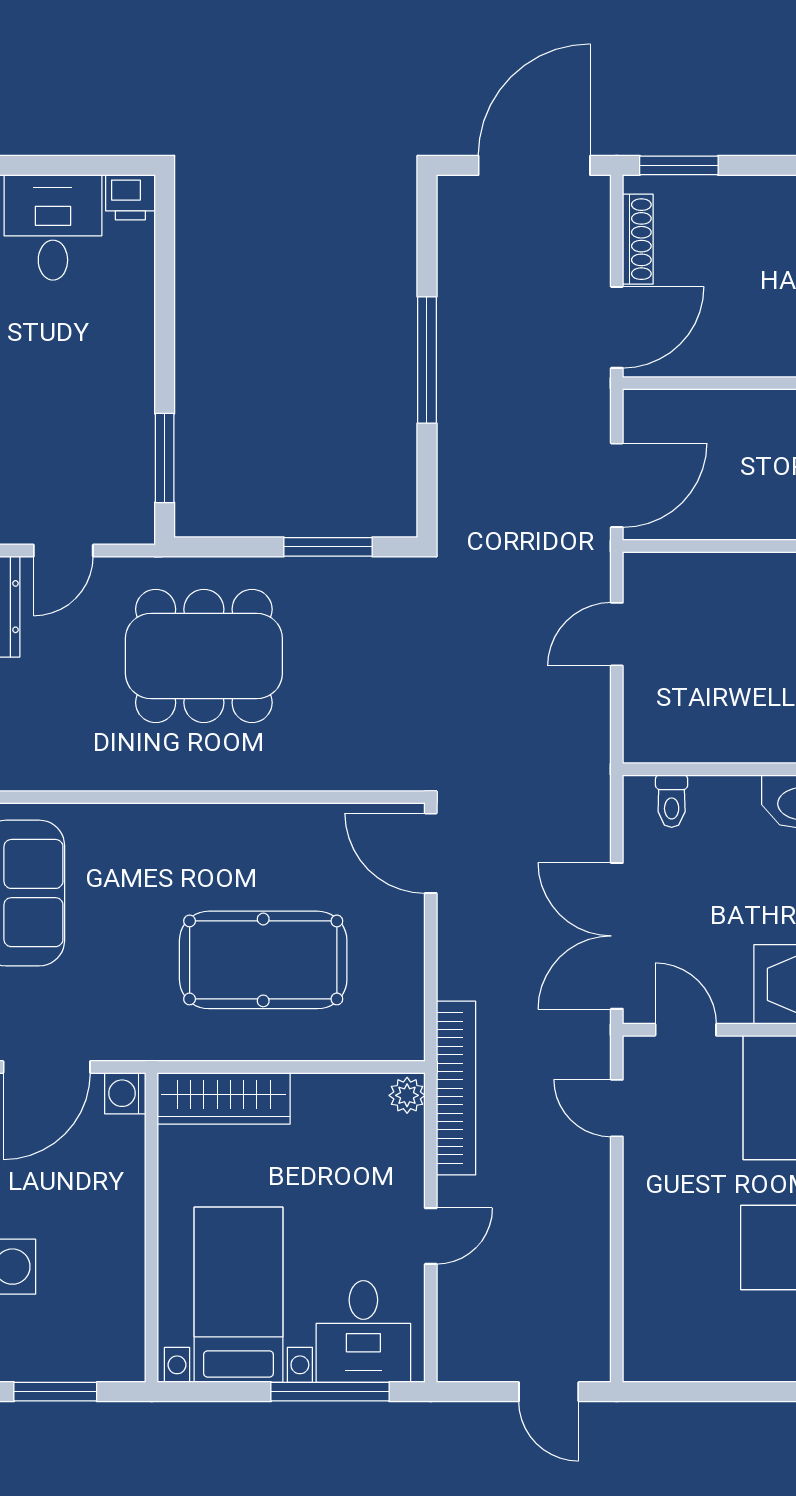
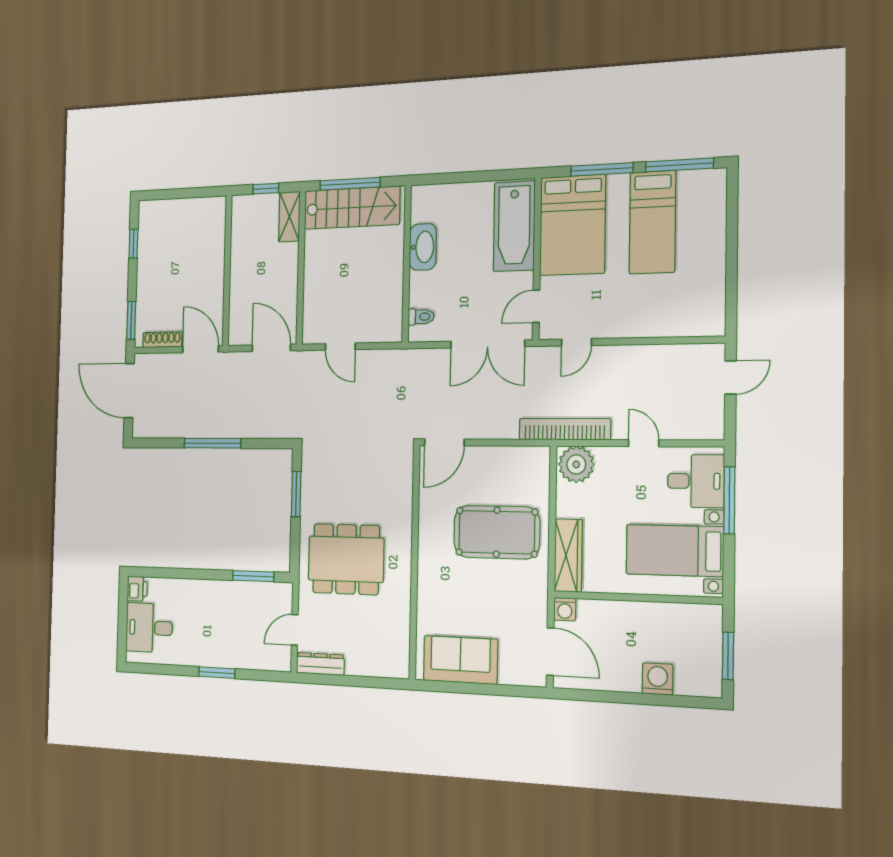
door: (63, 551) -> (295, 630), swing flipped
dining table: (204, 656) -> (346, 559), turned 90
pool table: (263, 960) -> (497, 532), turned 90
plant: (407, 1095) -> (576, 464), width x1.88, depth x1.88

